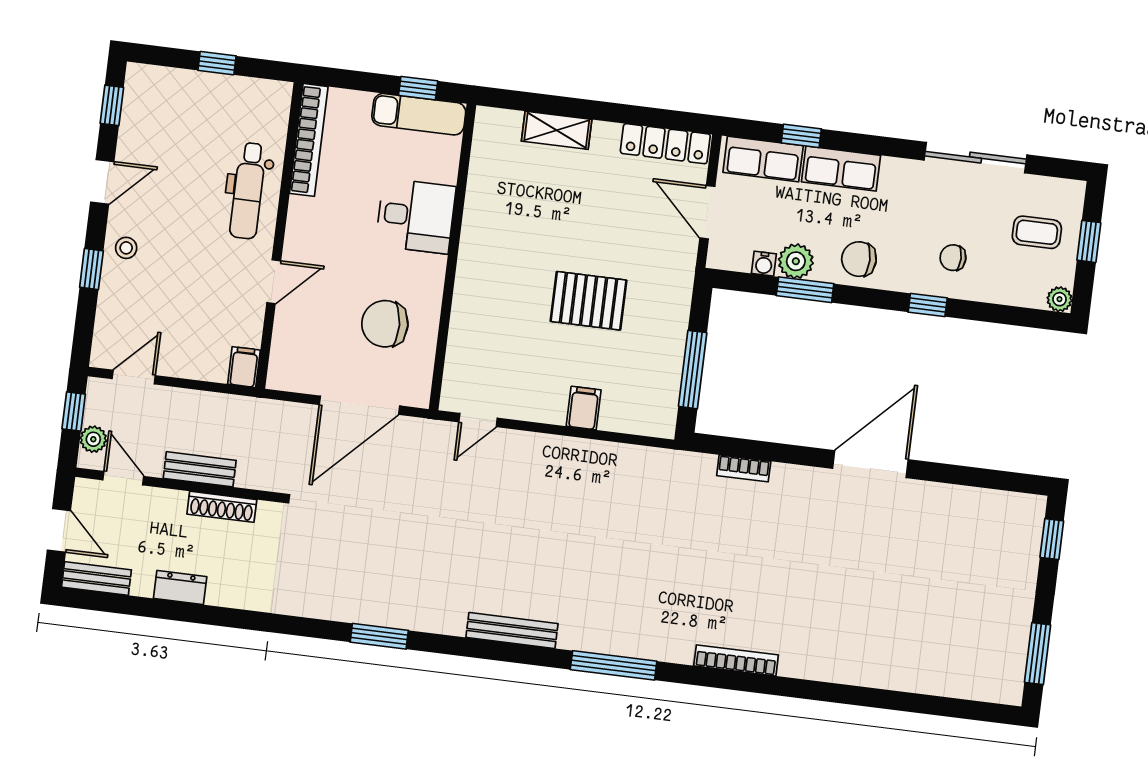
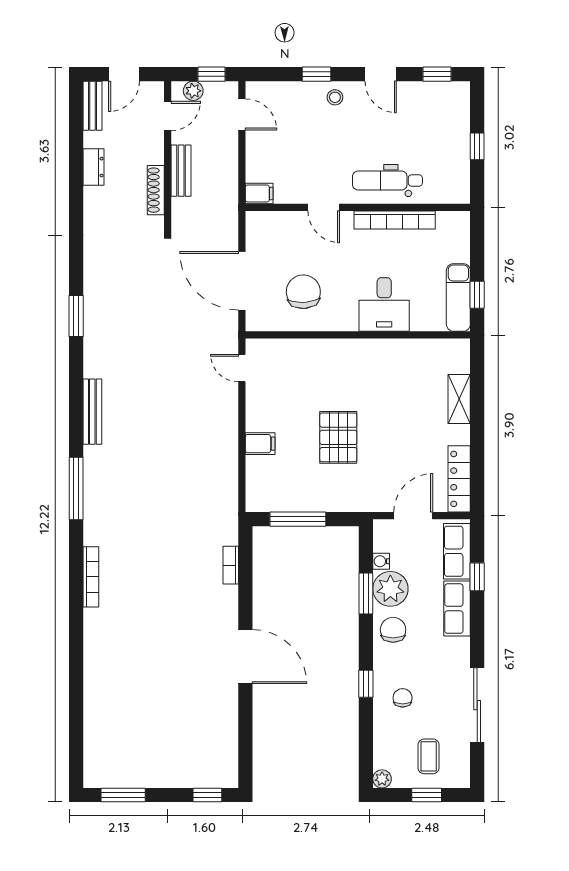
bookcase: (309, 140) -> (395, 220), moved
plant: (796, 261) -> (390, 589), width x1.36, depth x1.36

